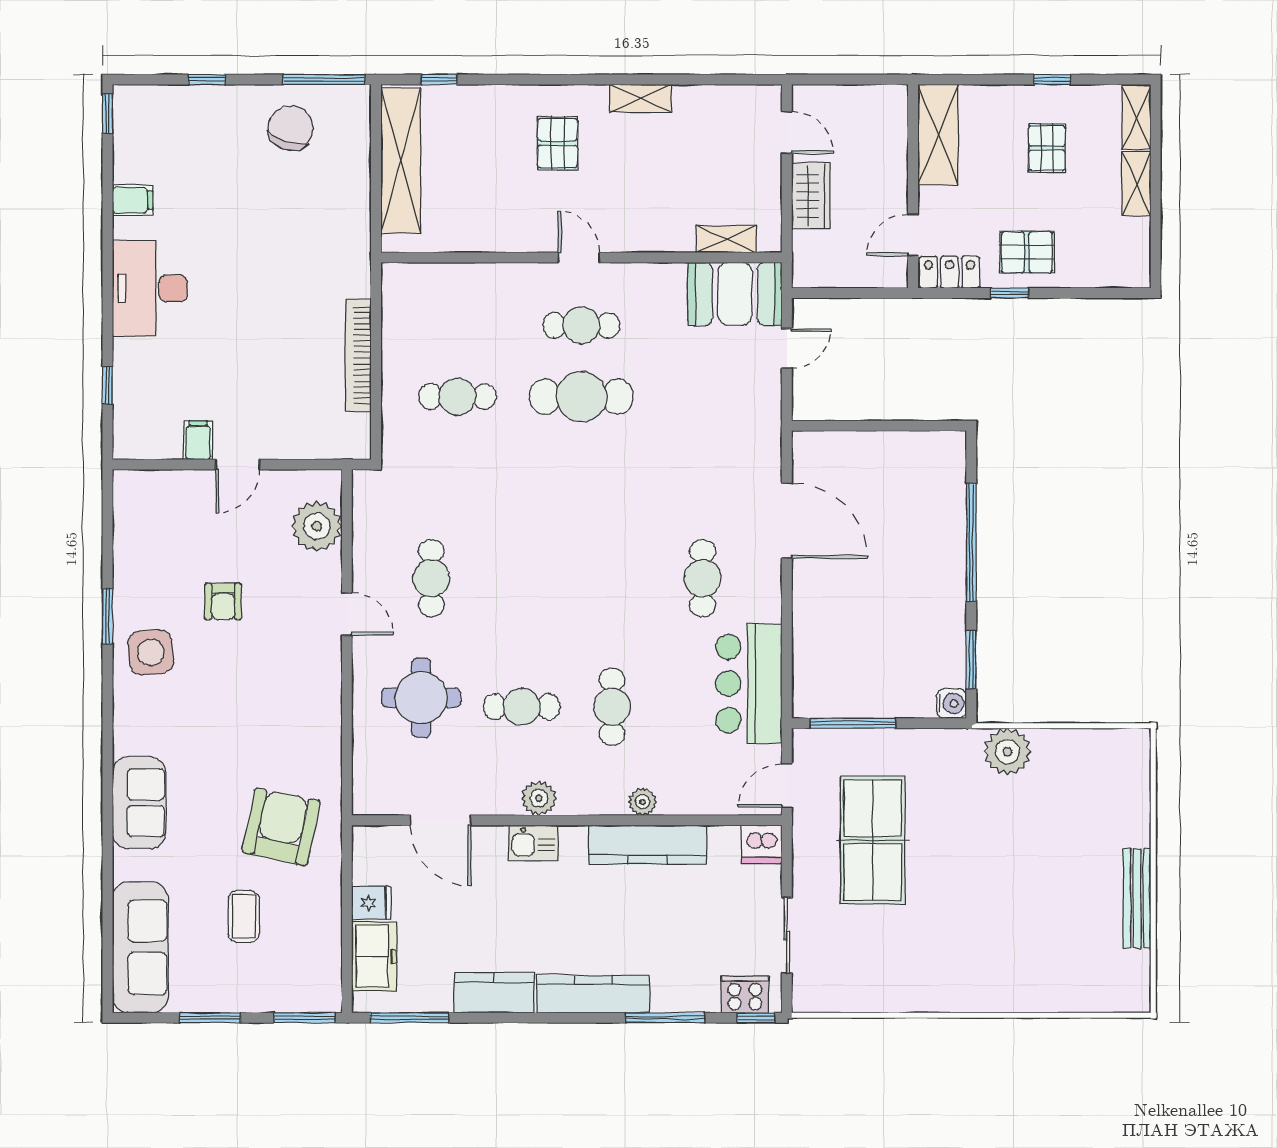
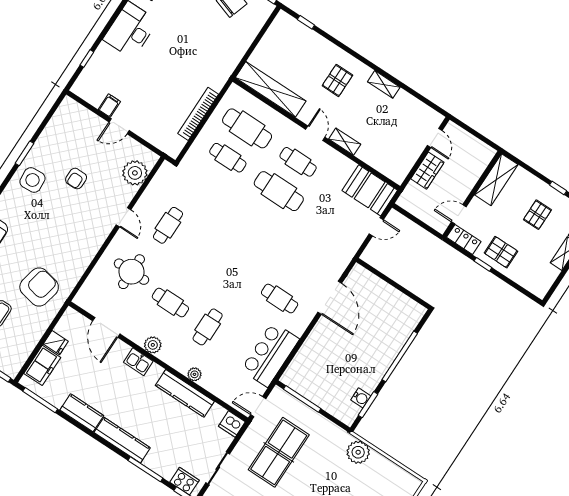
shelving: (401, 161) -> (271, 89), moved, turned 90
shelving: (726, 239) -> (345, 142), moved
cafe table: (458, 325) -> (247, 128), added
cafe table: (702, 578) -> (280, 299), turned 90
water cooler: (951, 703) -> (361, 398), moved

